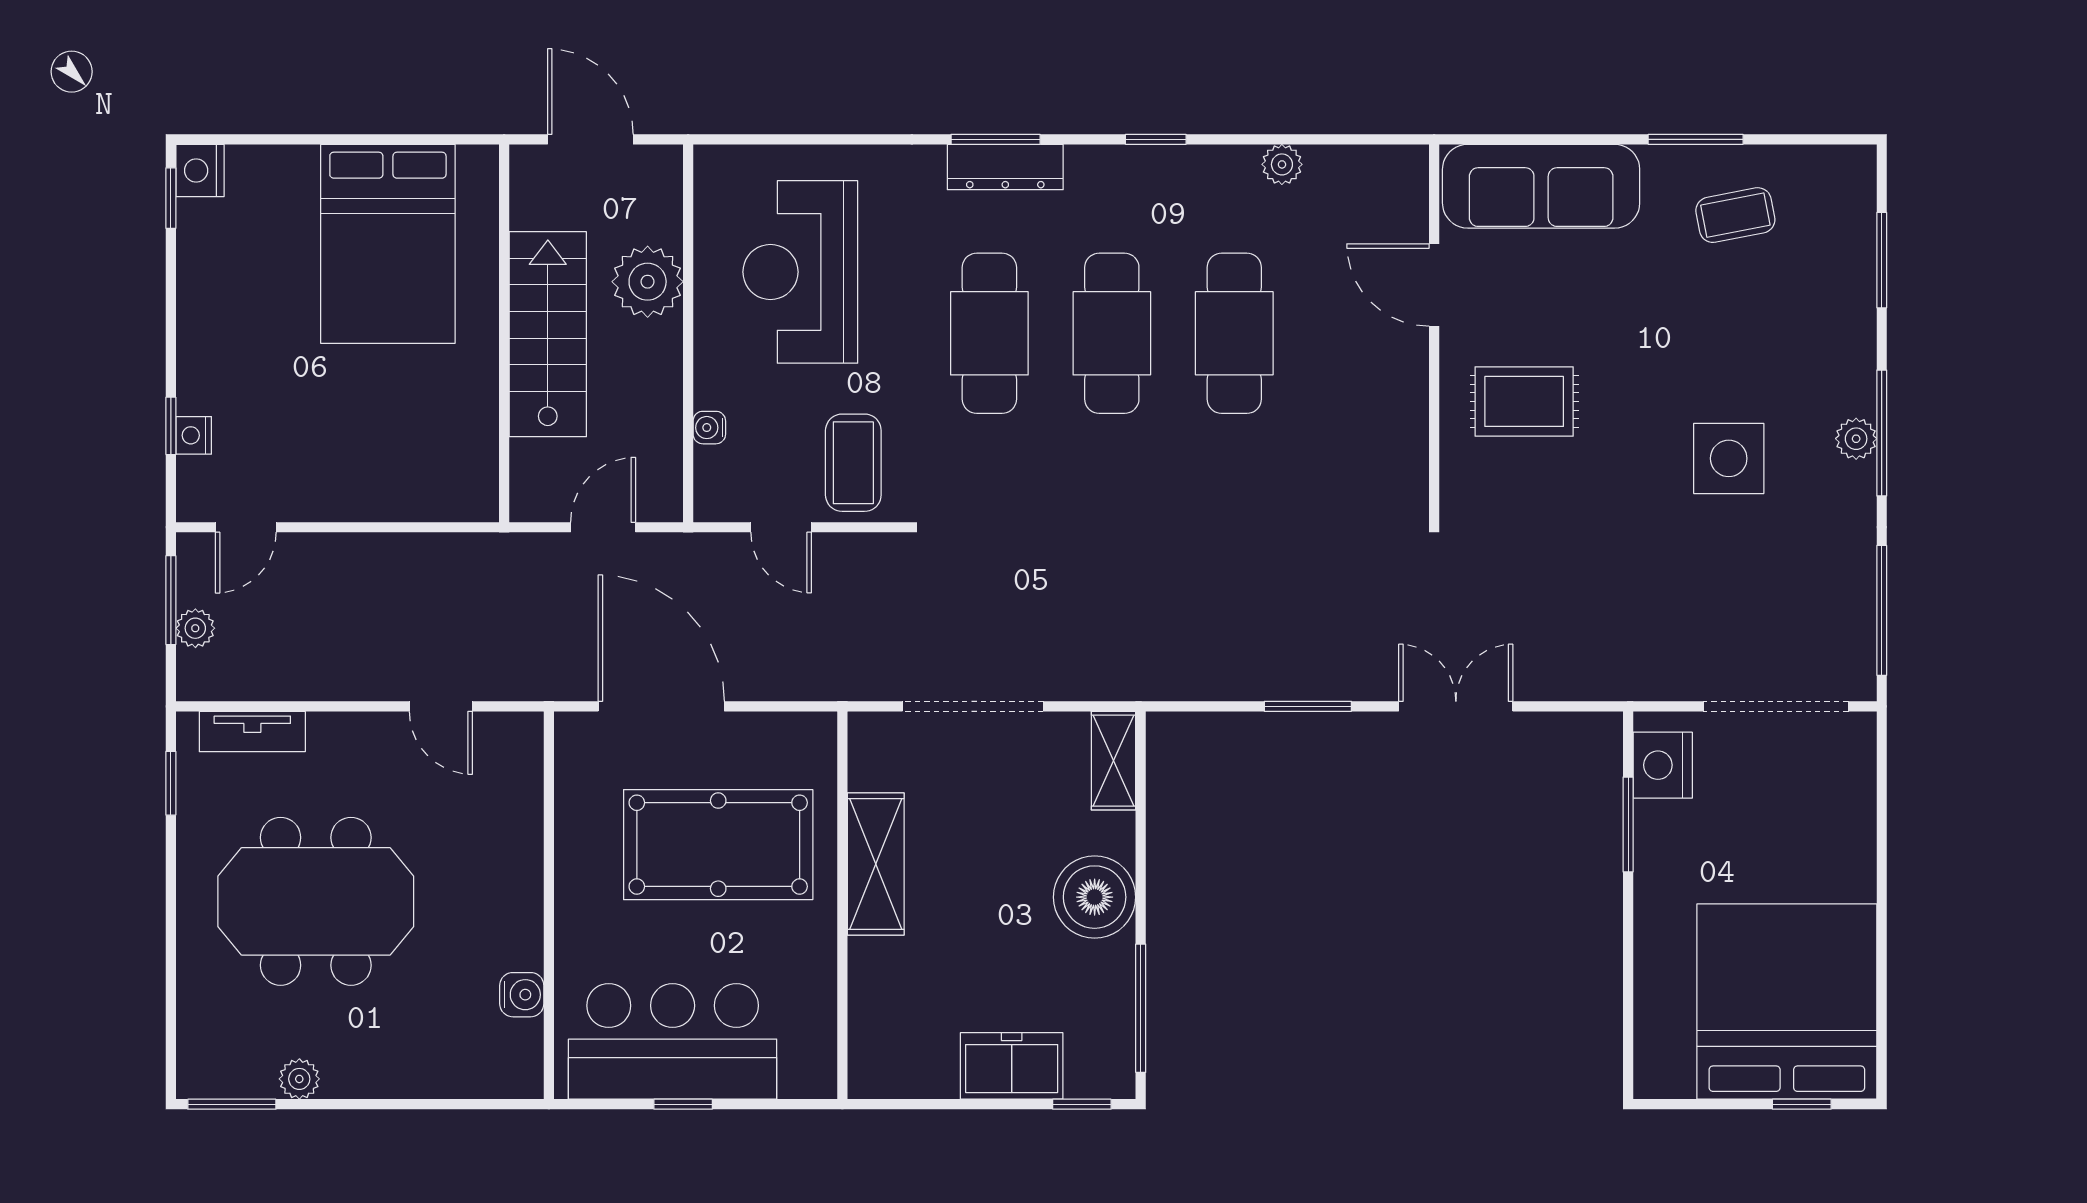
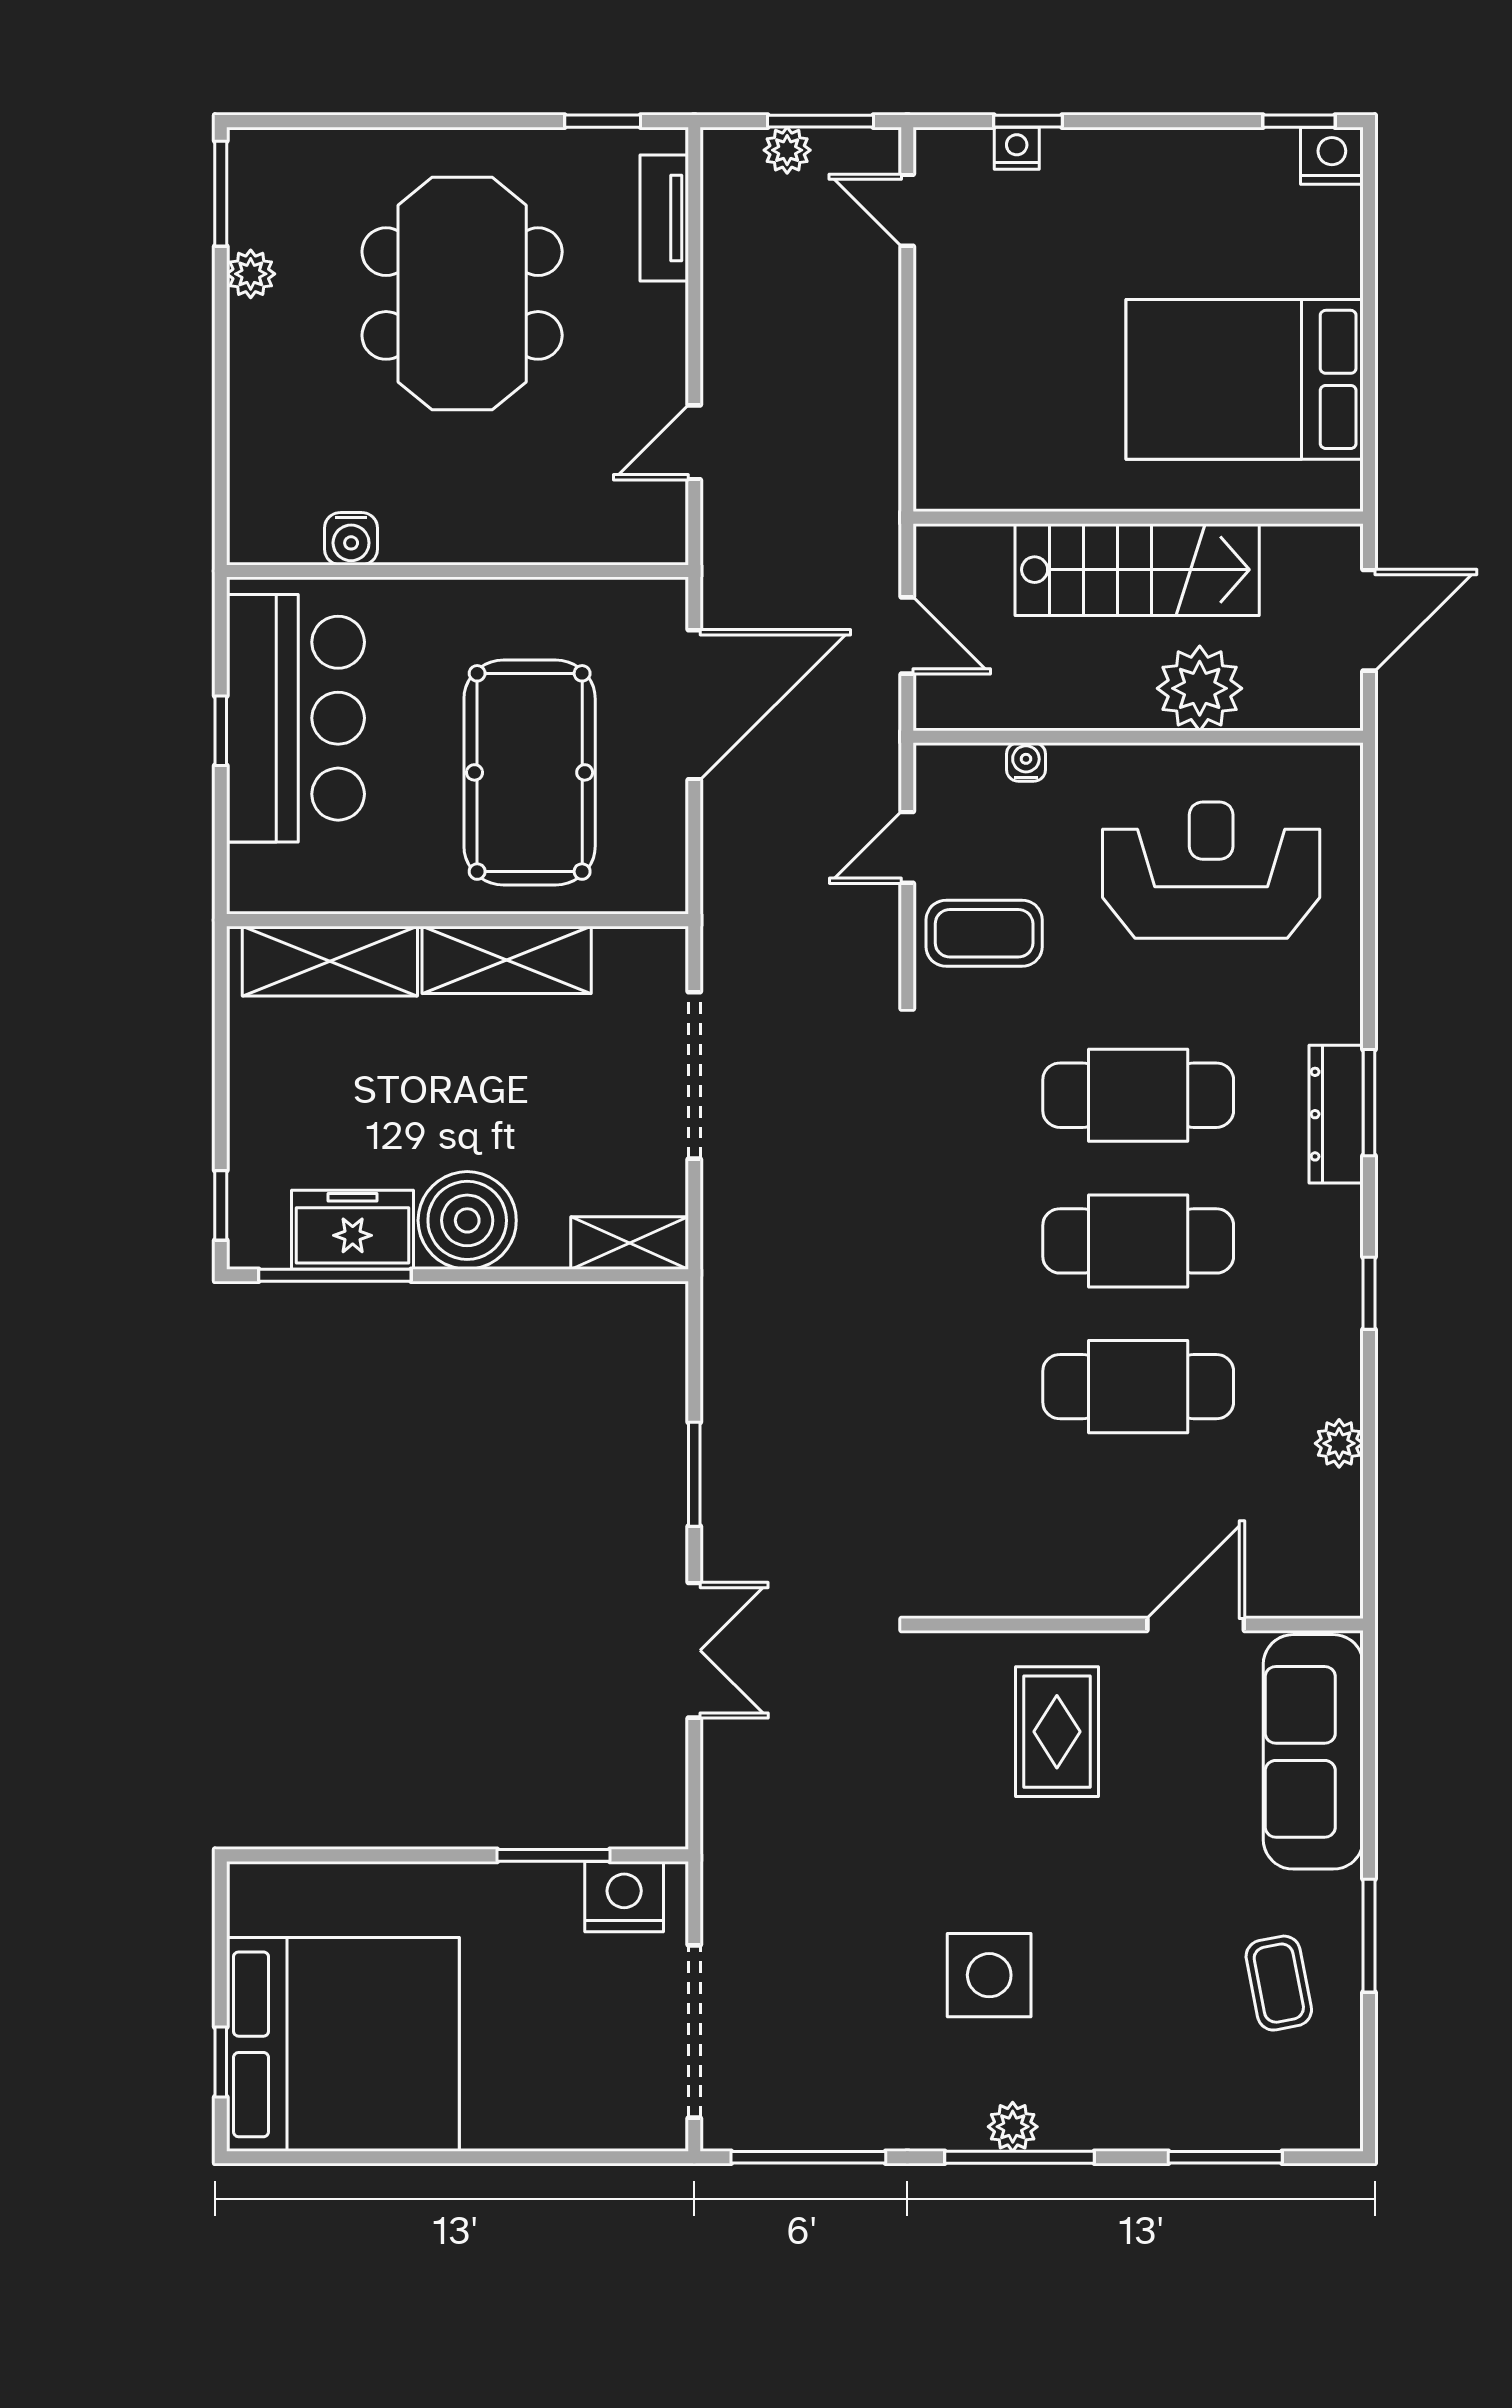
shelving: (877, 1012) -> (330, 961), added
freezer: (1012, 1066) -> (353, 1230), moved, turned -90

